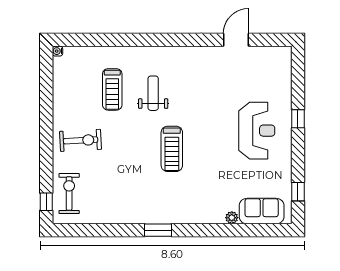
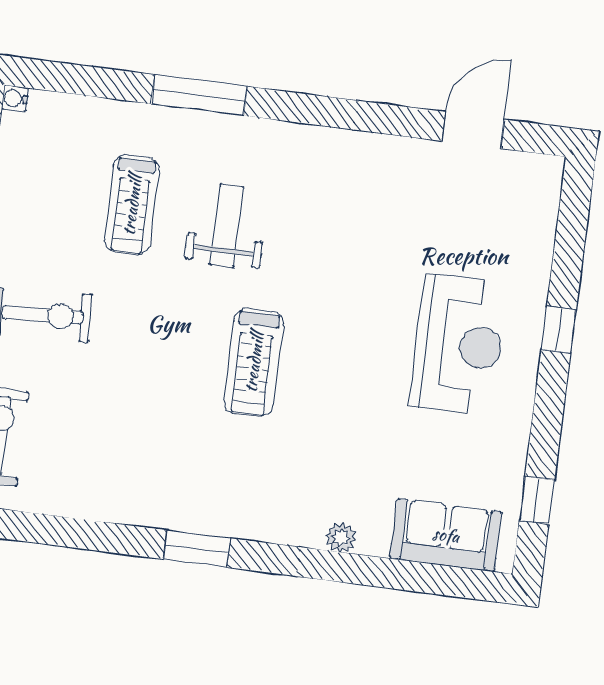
window: (135, 40) -> (199, 95), added
door: (236, 40) -> (473, 130), moved
plant: (232, 218) -> (341, 537), moved

